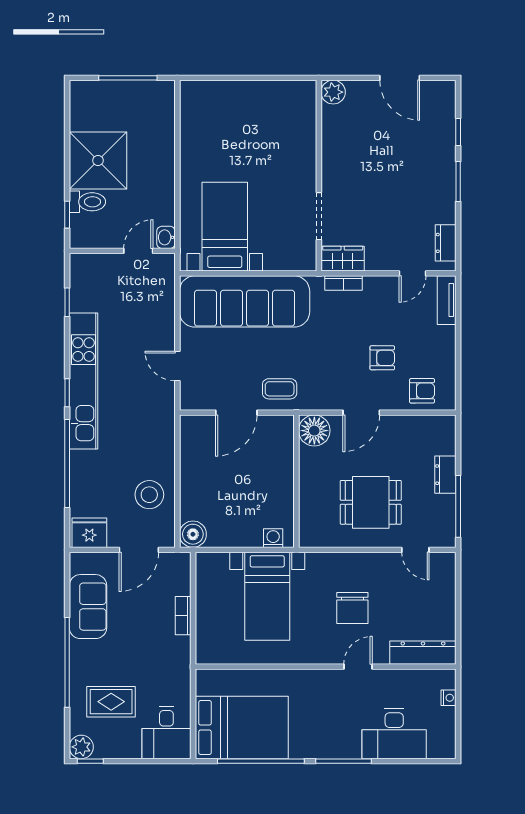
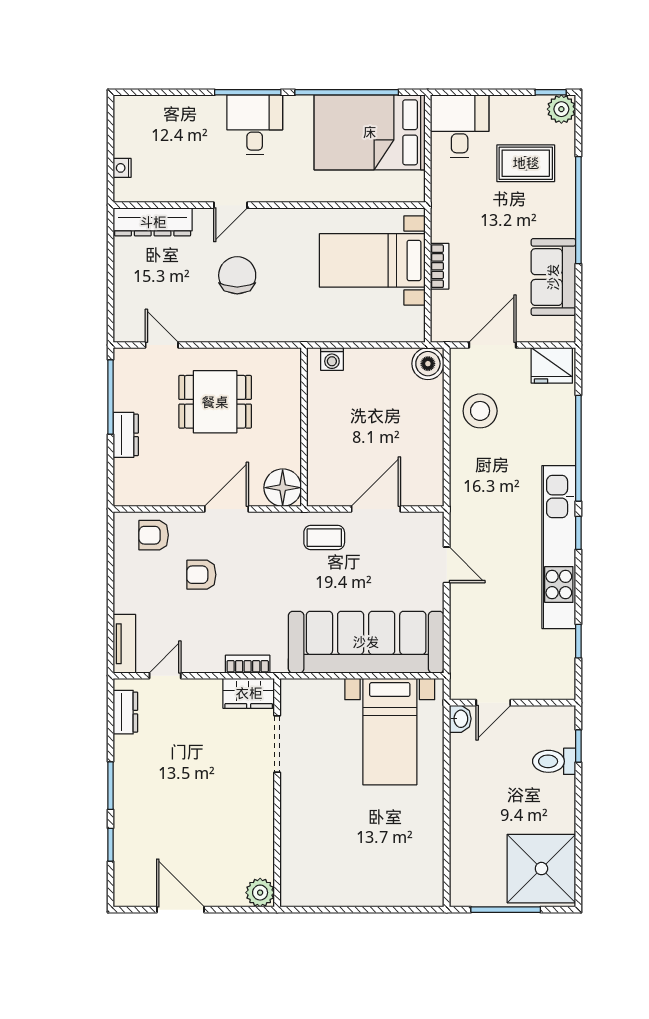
shower: (98, 160) -> (541, 869), moved
bed with nightstands: (267, 596) -> (372, 260), moved, turned -90
desk: (394, 734) -> (255, 125), moved, width x0.73

